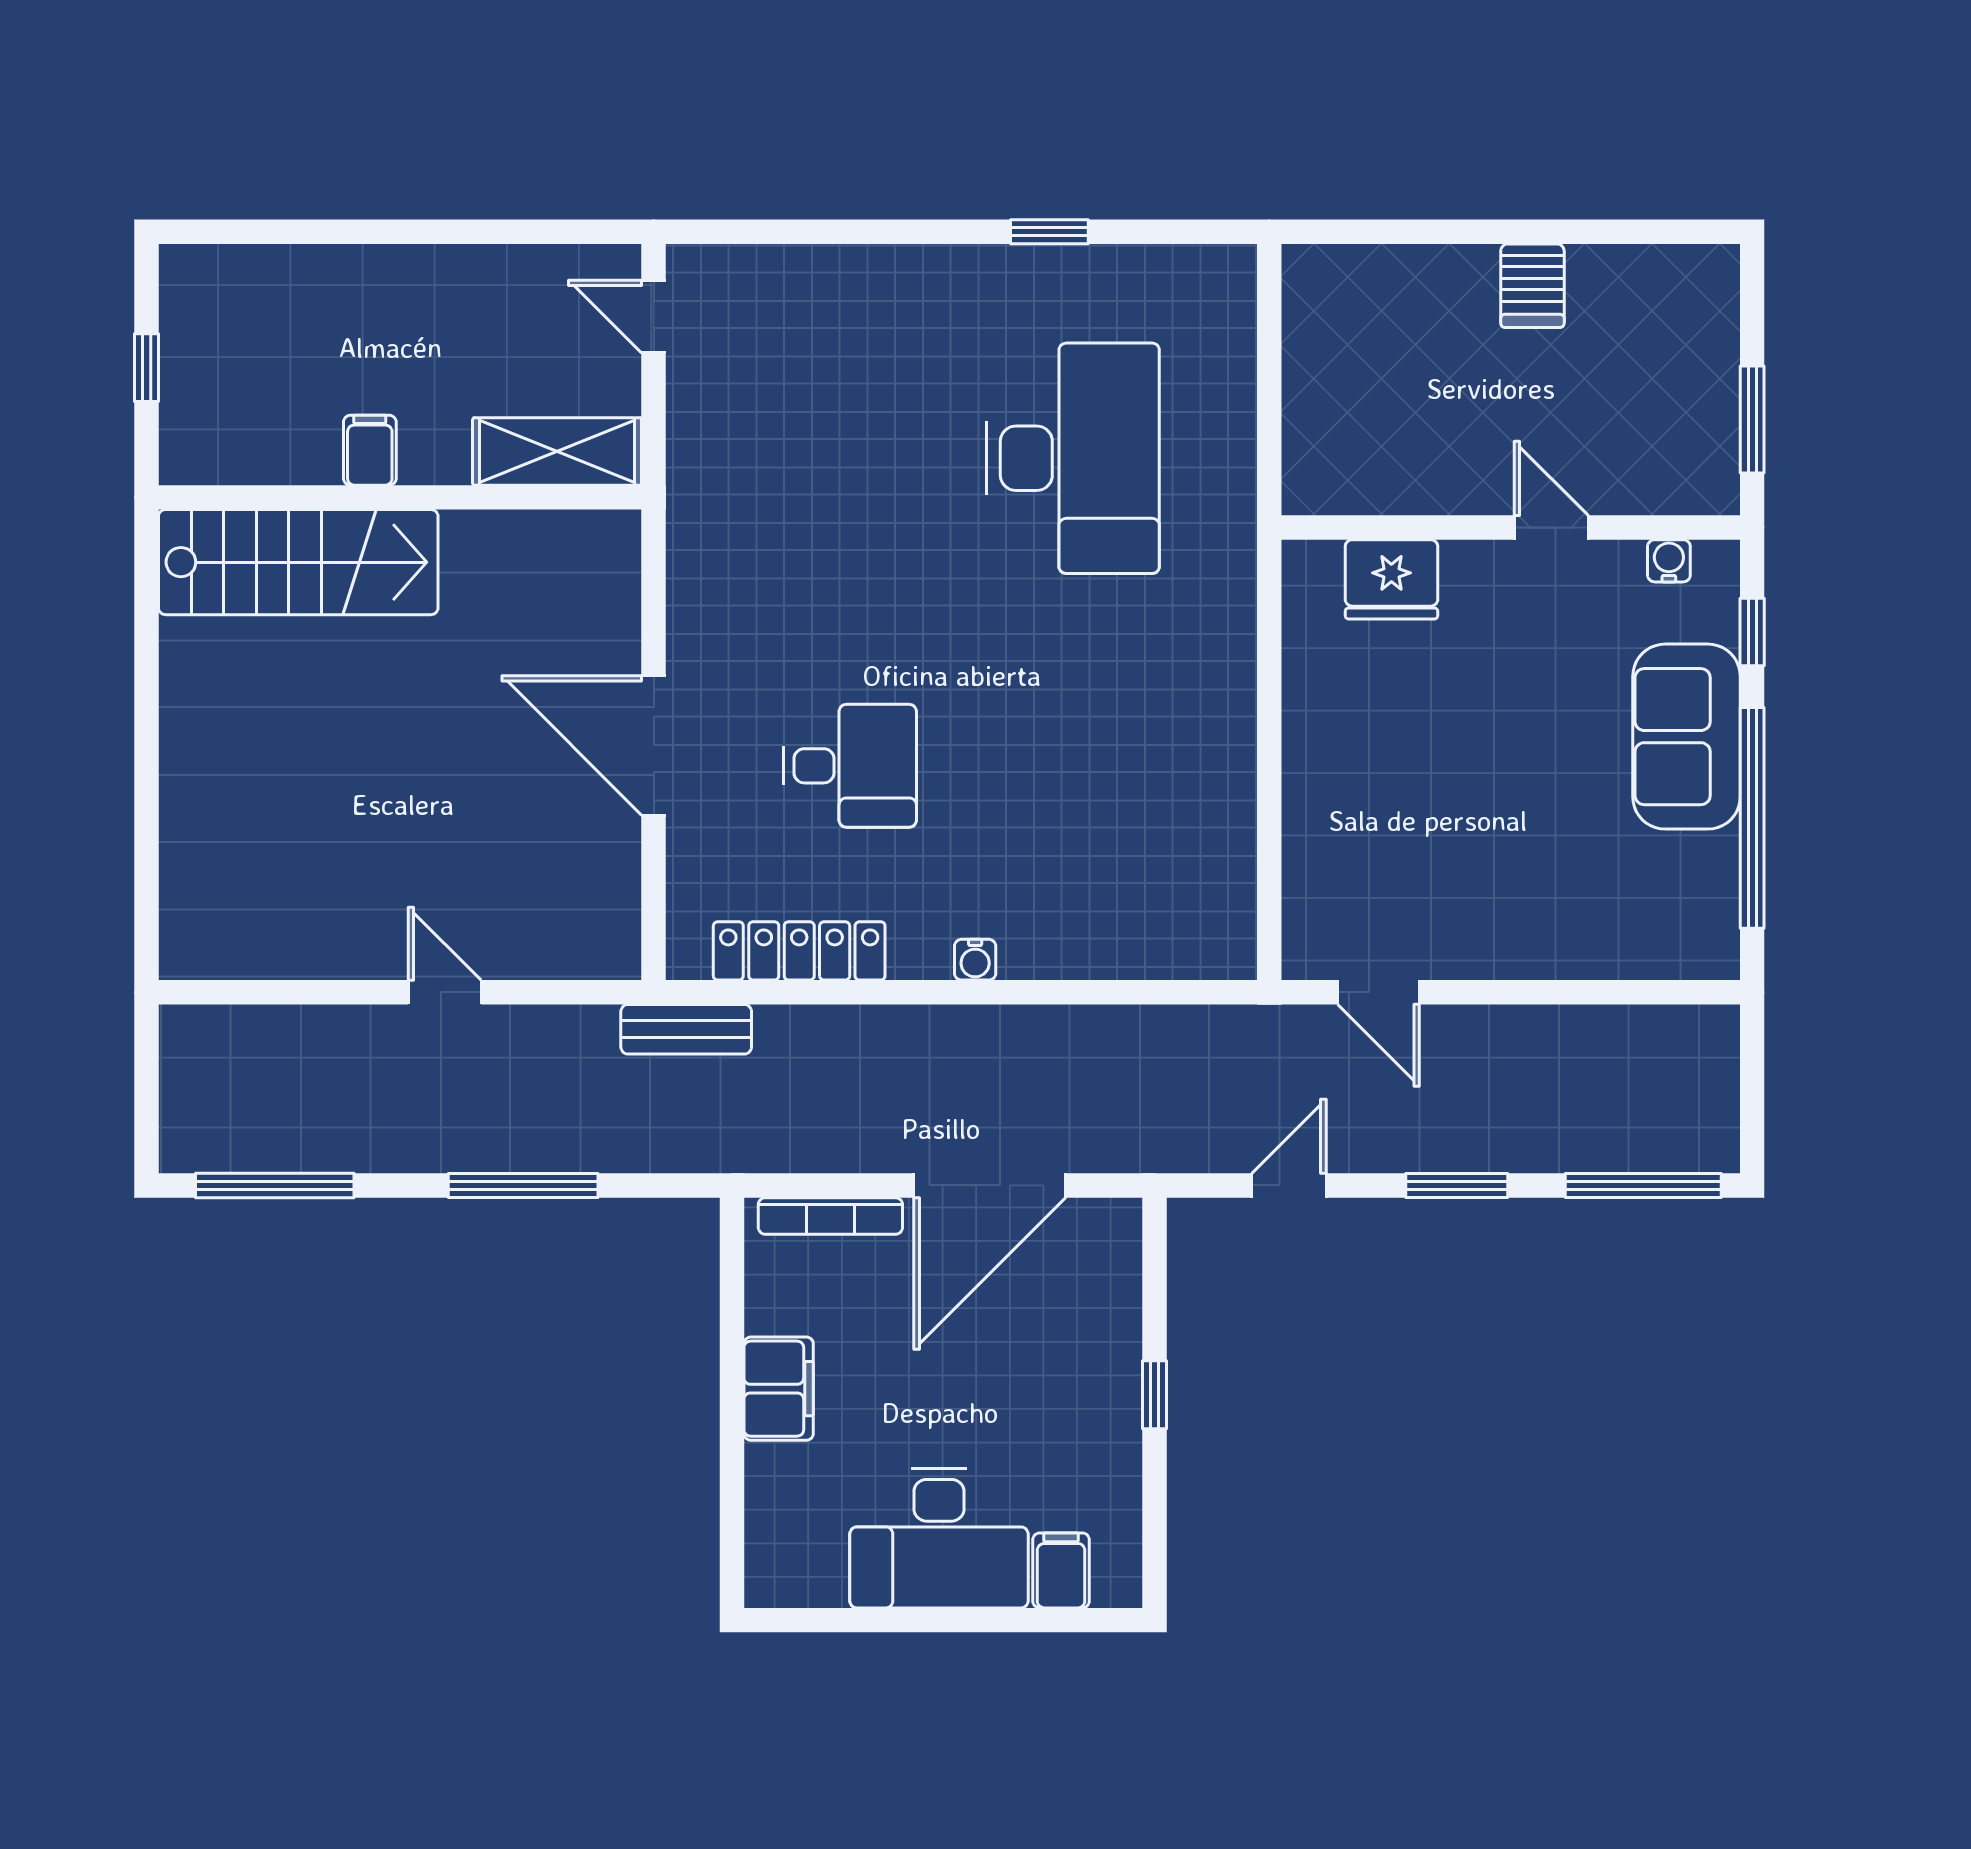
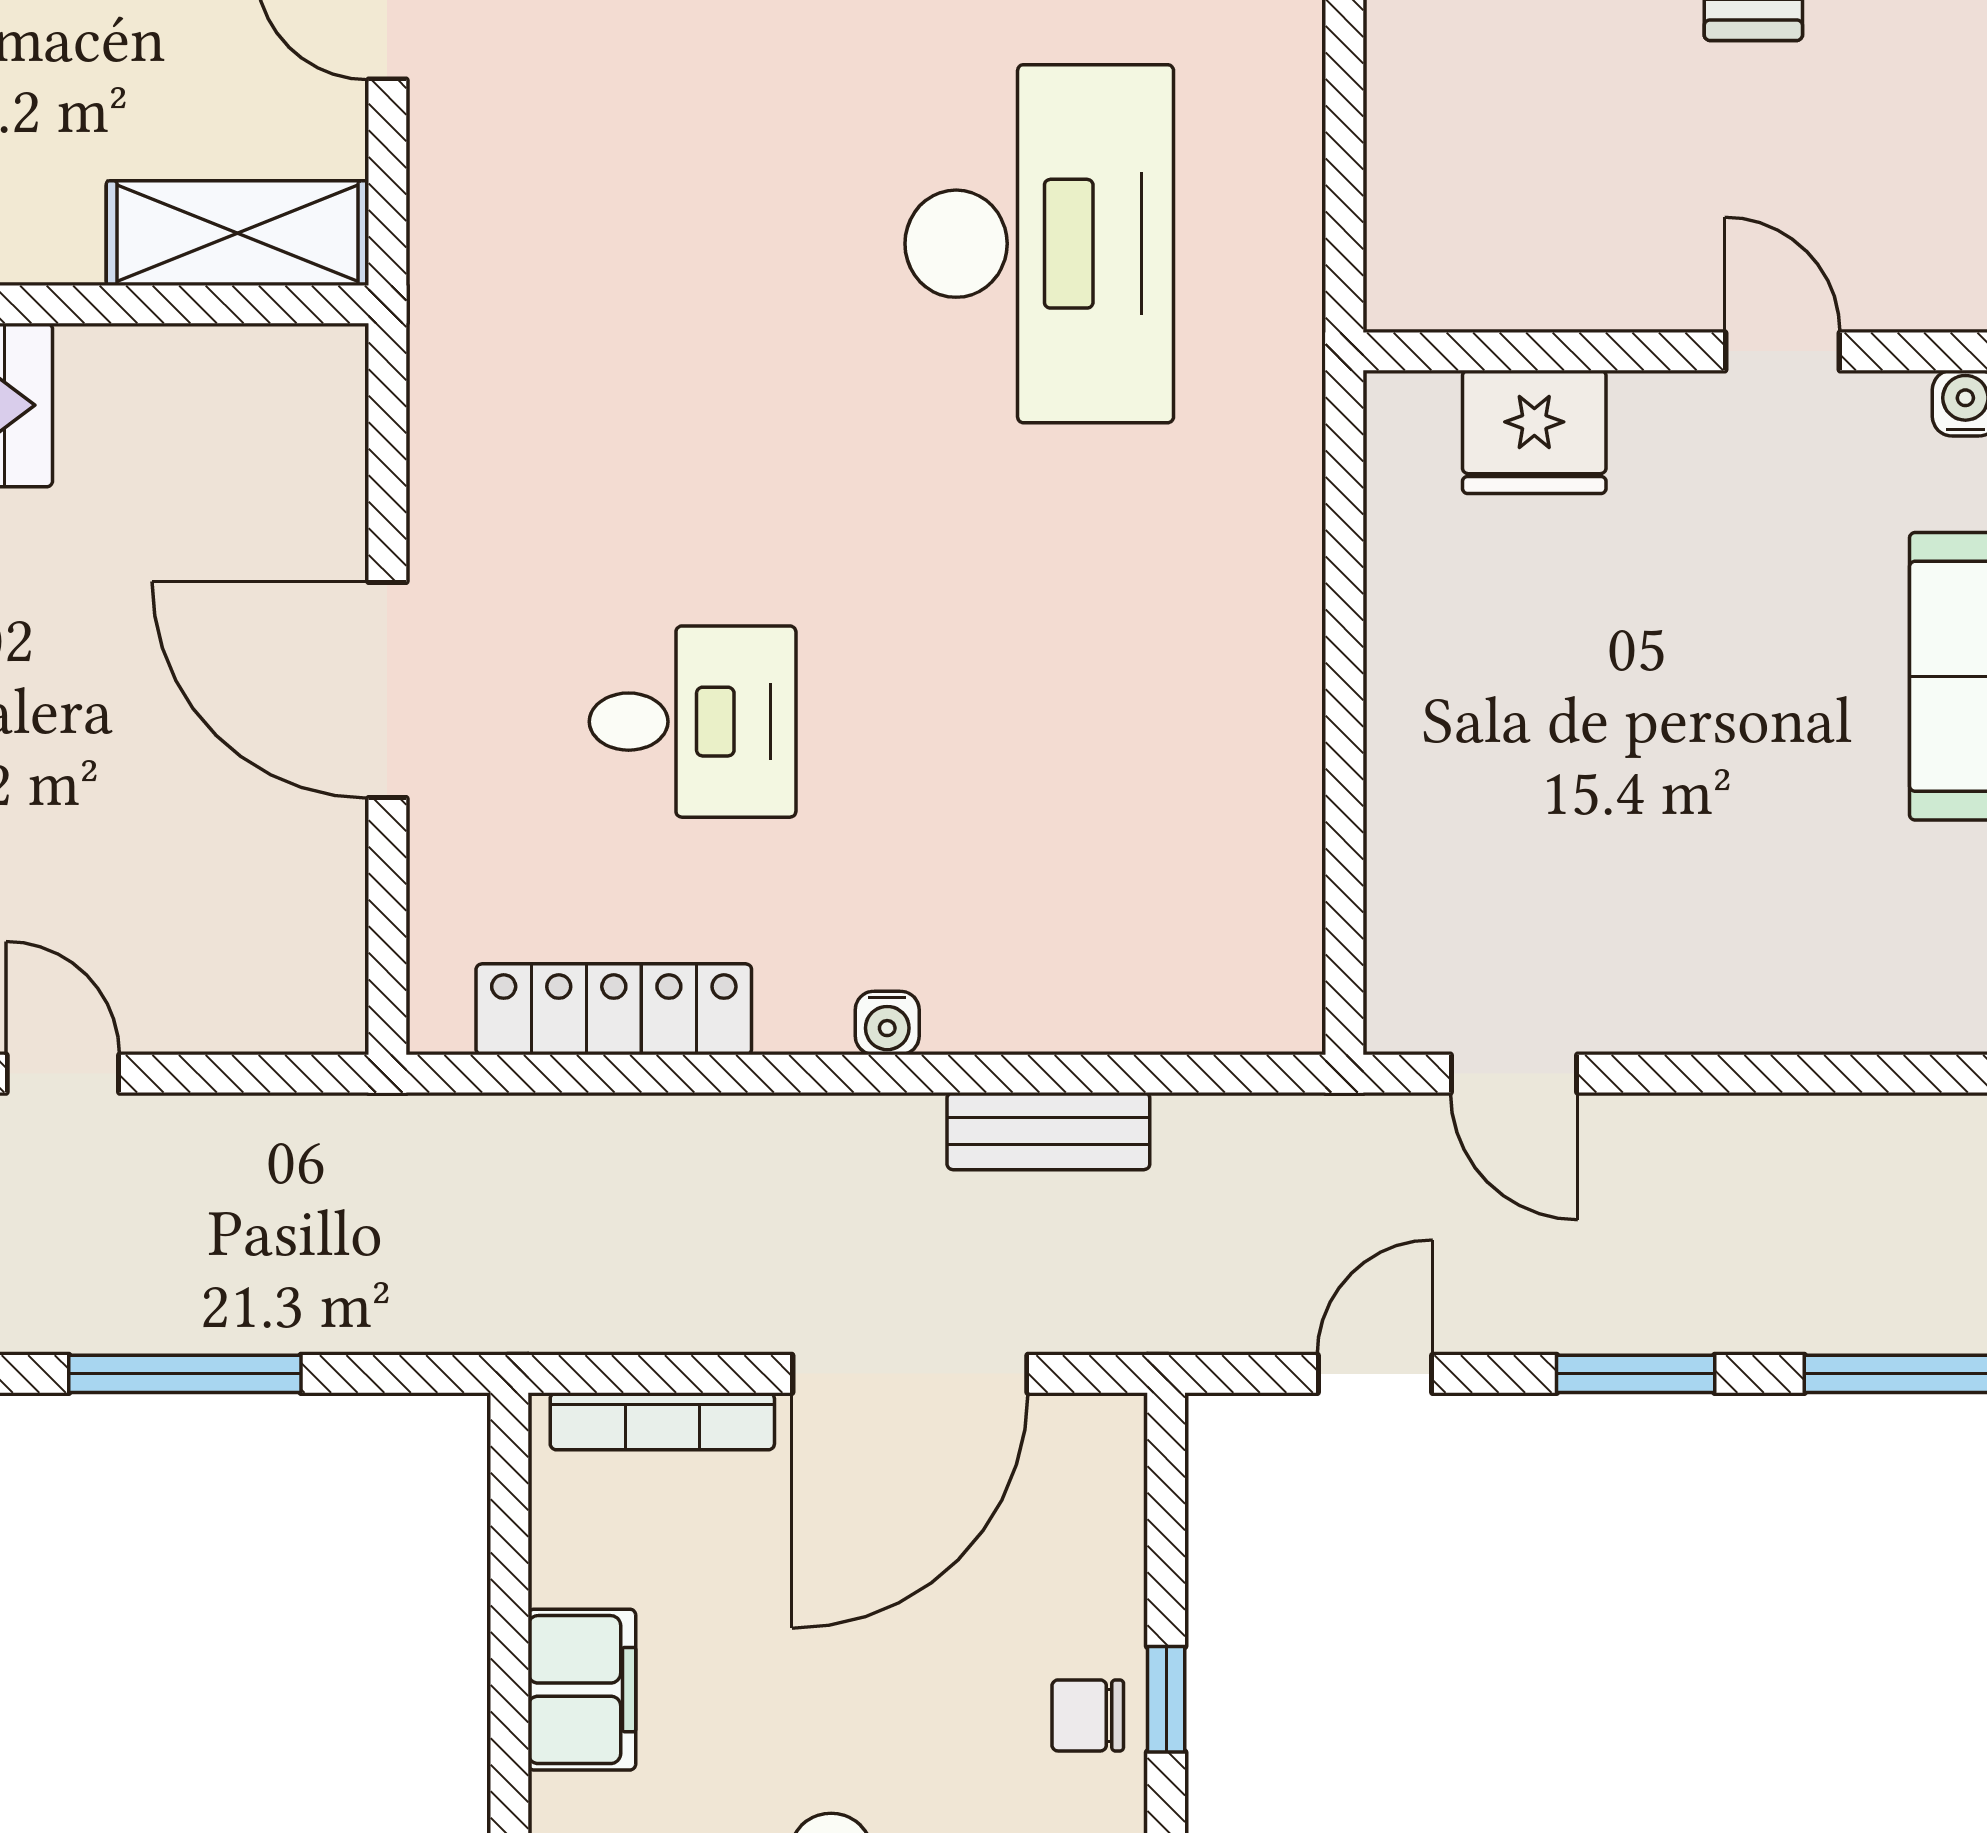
bench: (686, 1029) -> (1048, 1131), moved
chair: (1104, 1405) -> (1088, 1715), added

